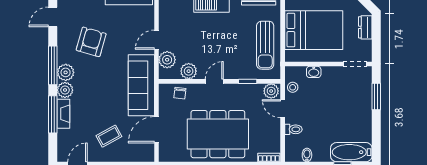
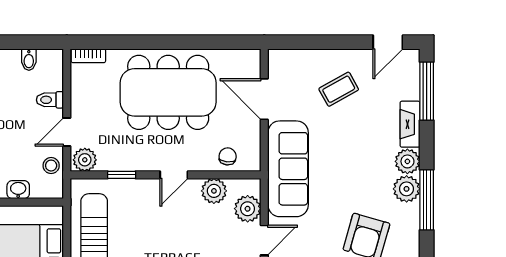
door: (283, 109) -> (67, 132), swing flipped
window: (53, 114) -> (427, 91), moved
door: (156, 130) -> (264, 99), swing flipped

